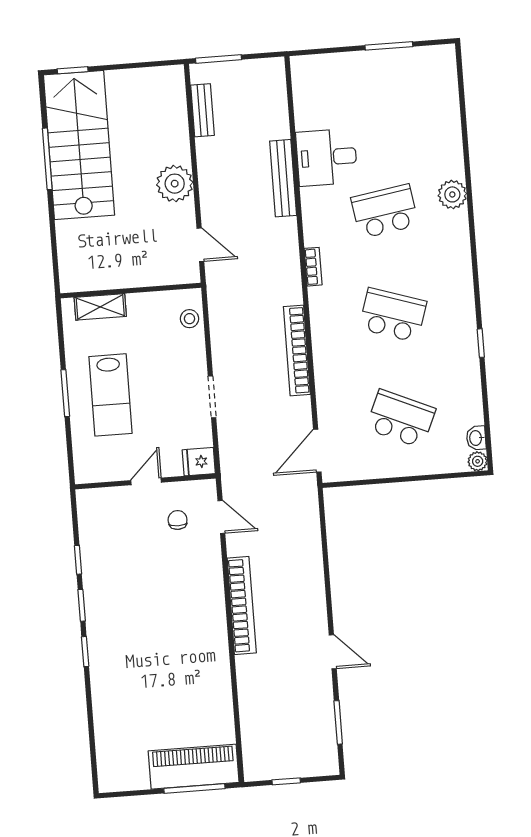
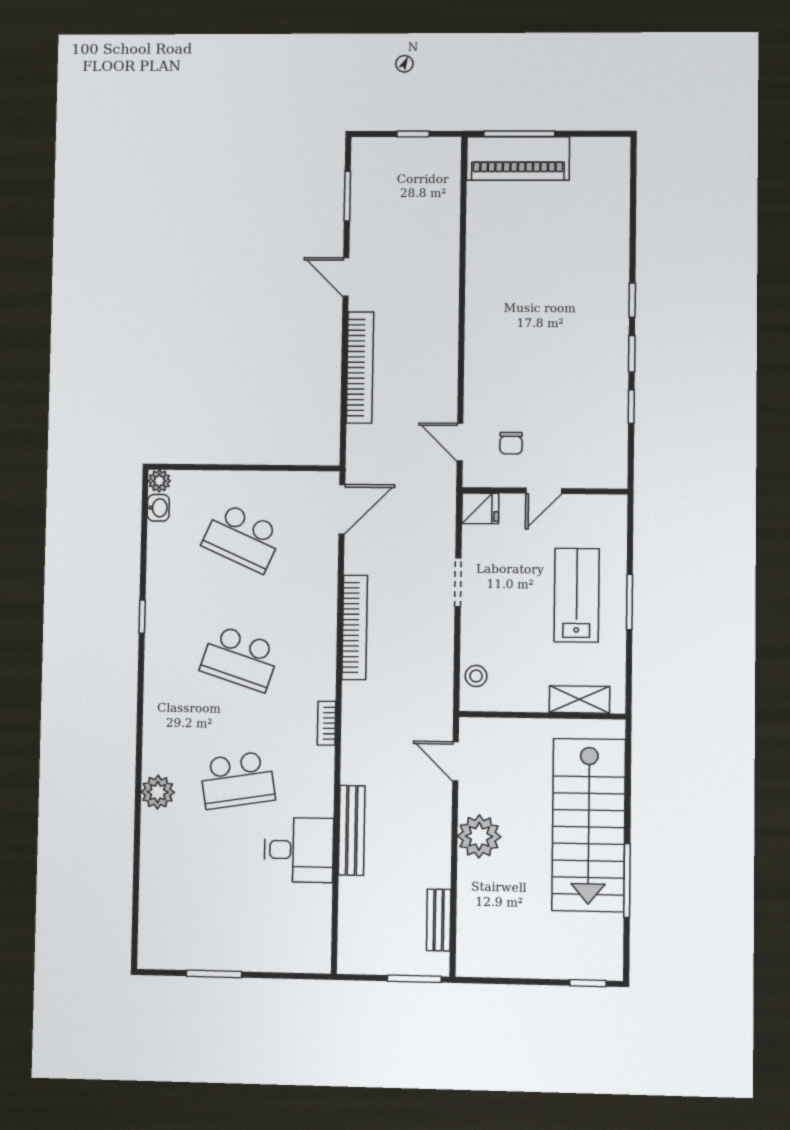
stairs: (79, 145) -> (589, 825), moved
bookcase: (242, 606) -> (360, 367), moved, turned 180

